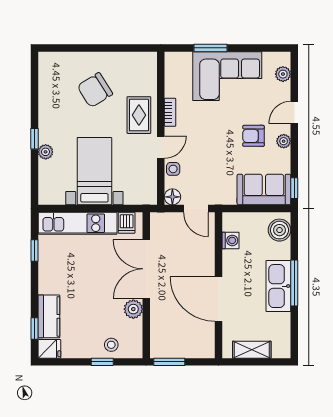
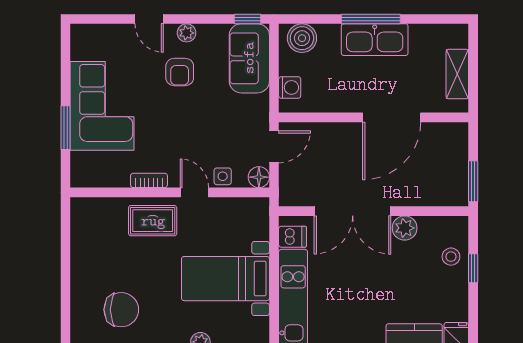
plant: (283, 74) -> (99, 34), removed
chair: (95, 90) -> (121, 310), moved, turned -58
washing machine: (231, 240) -> (290, 87), moved, turned 90

